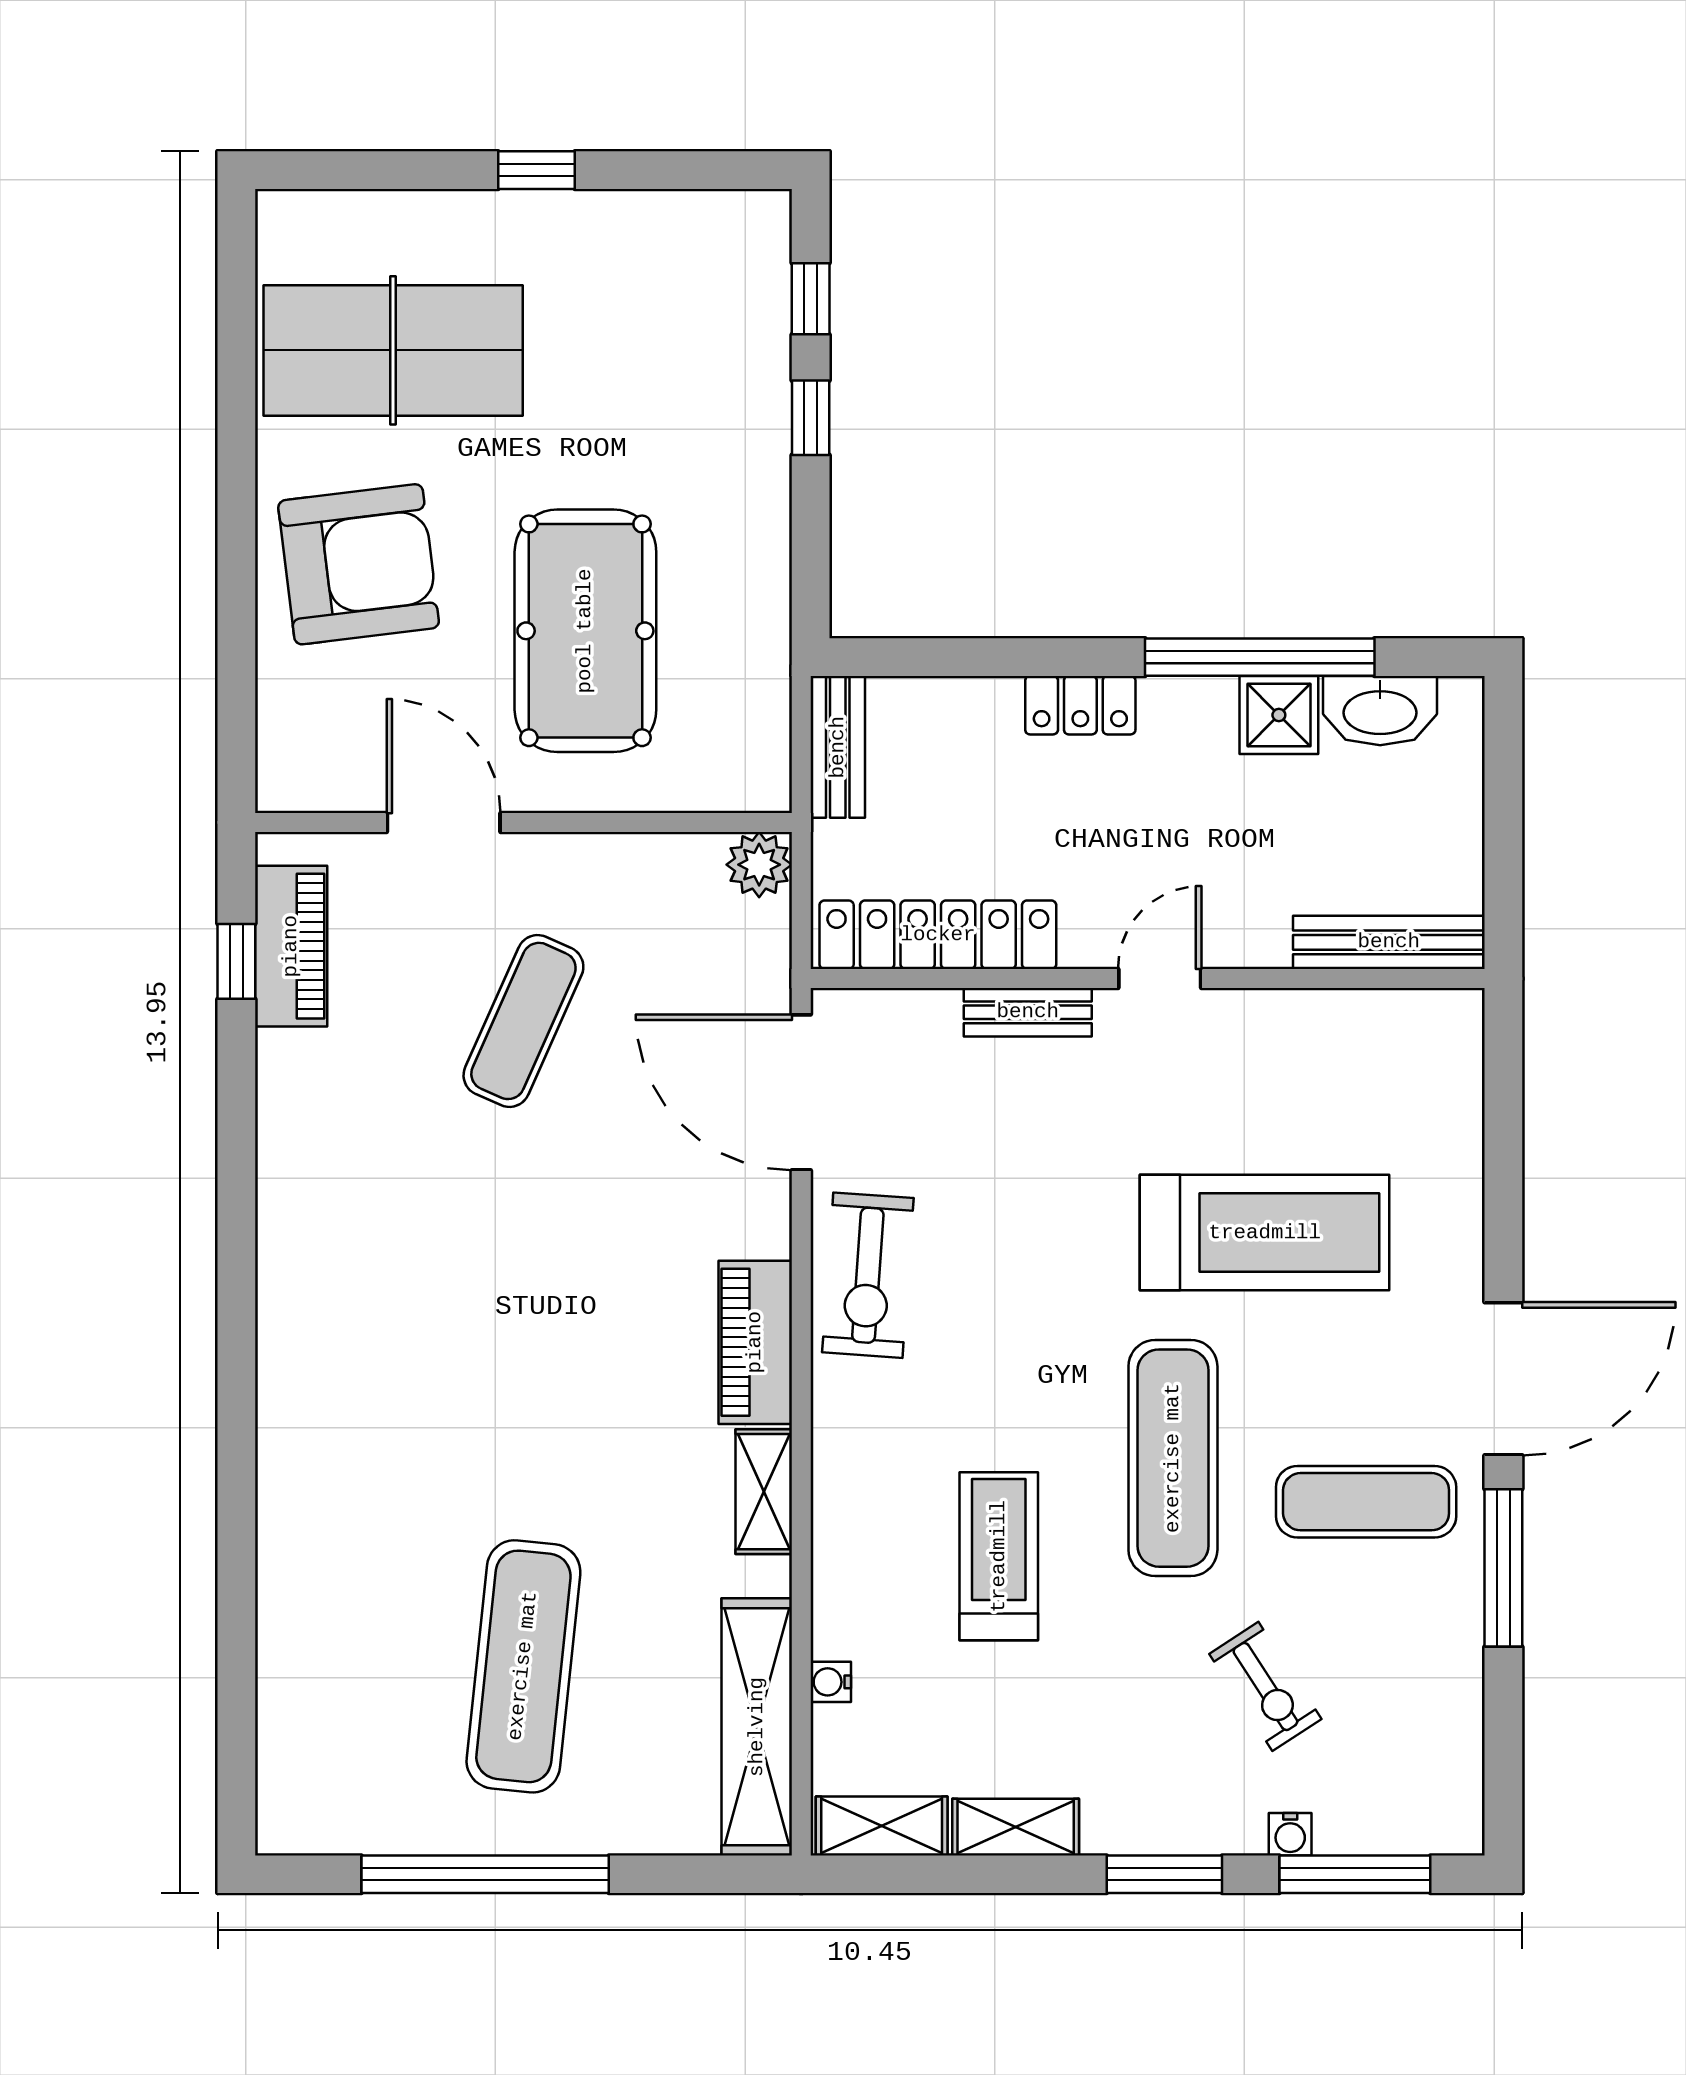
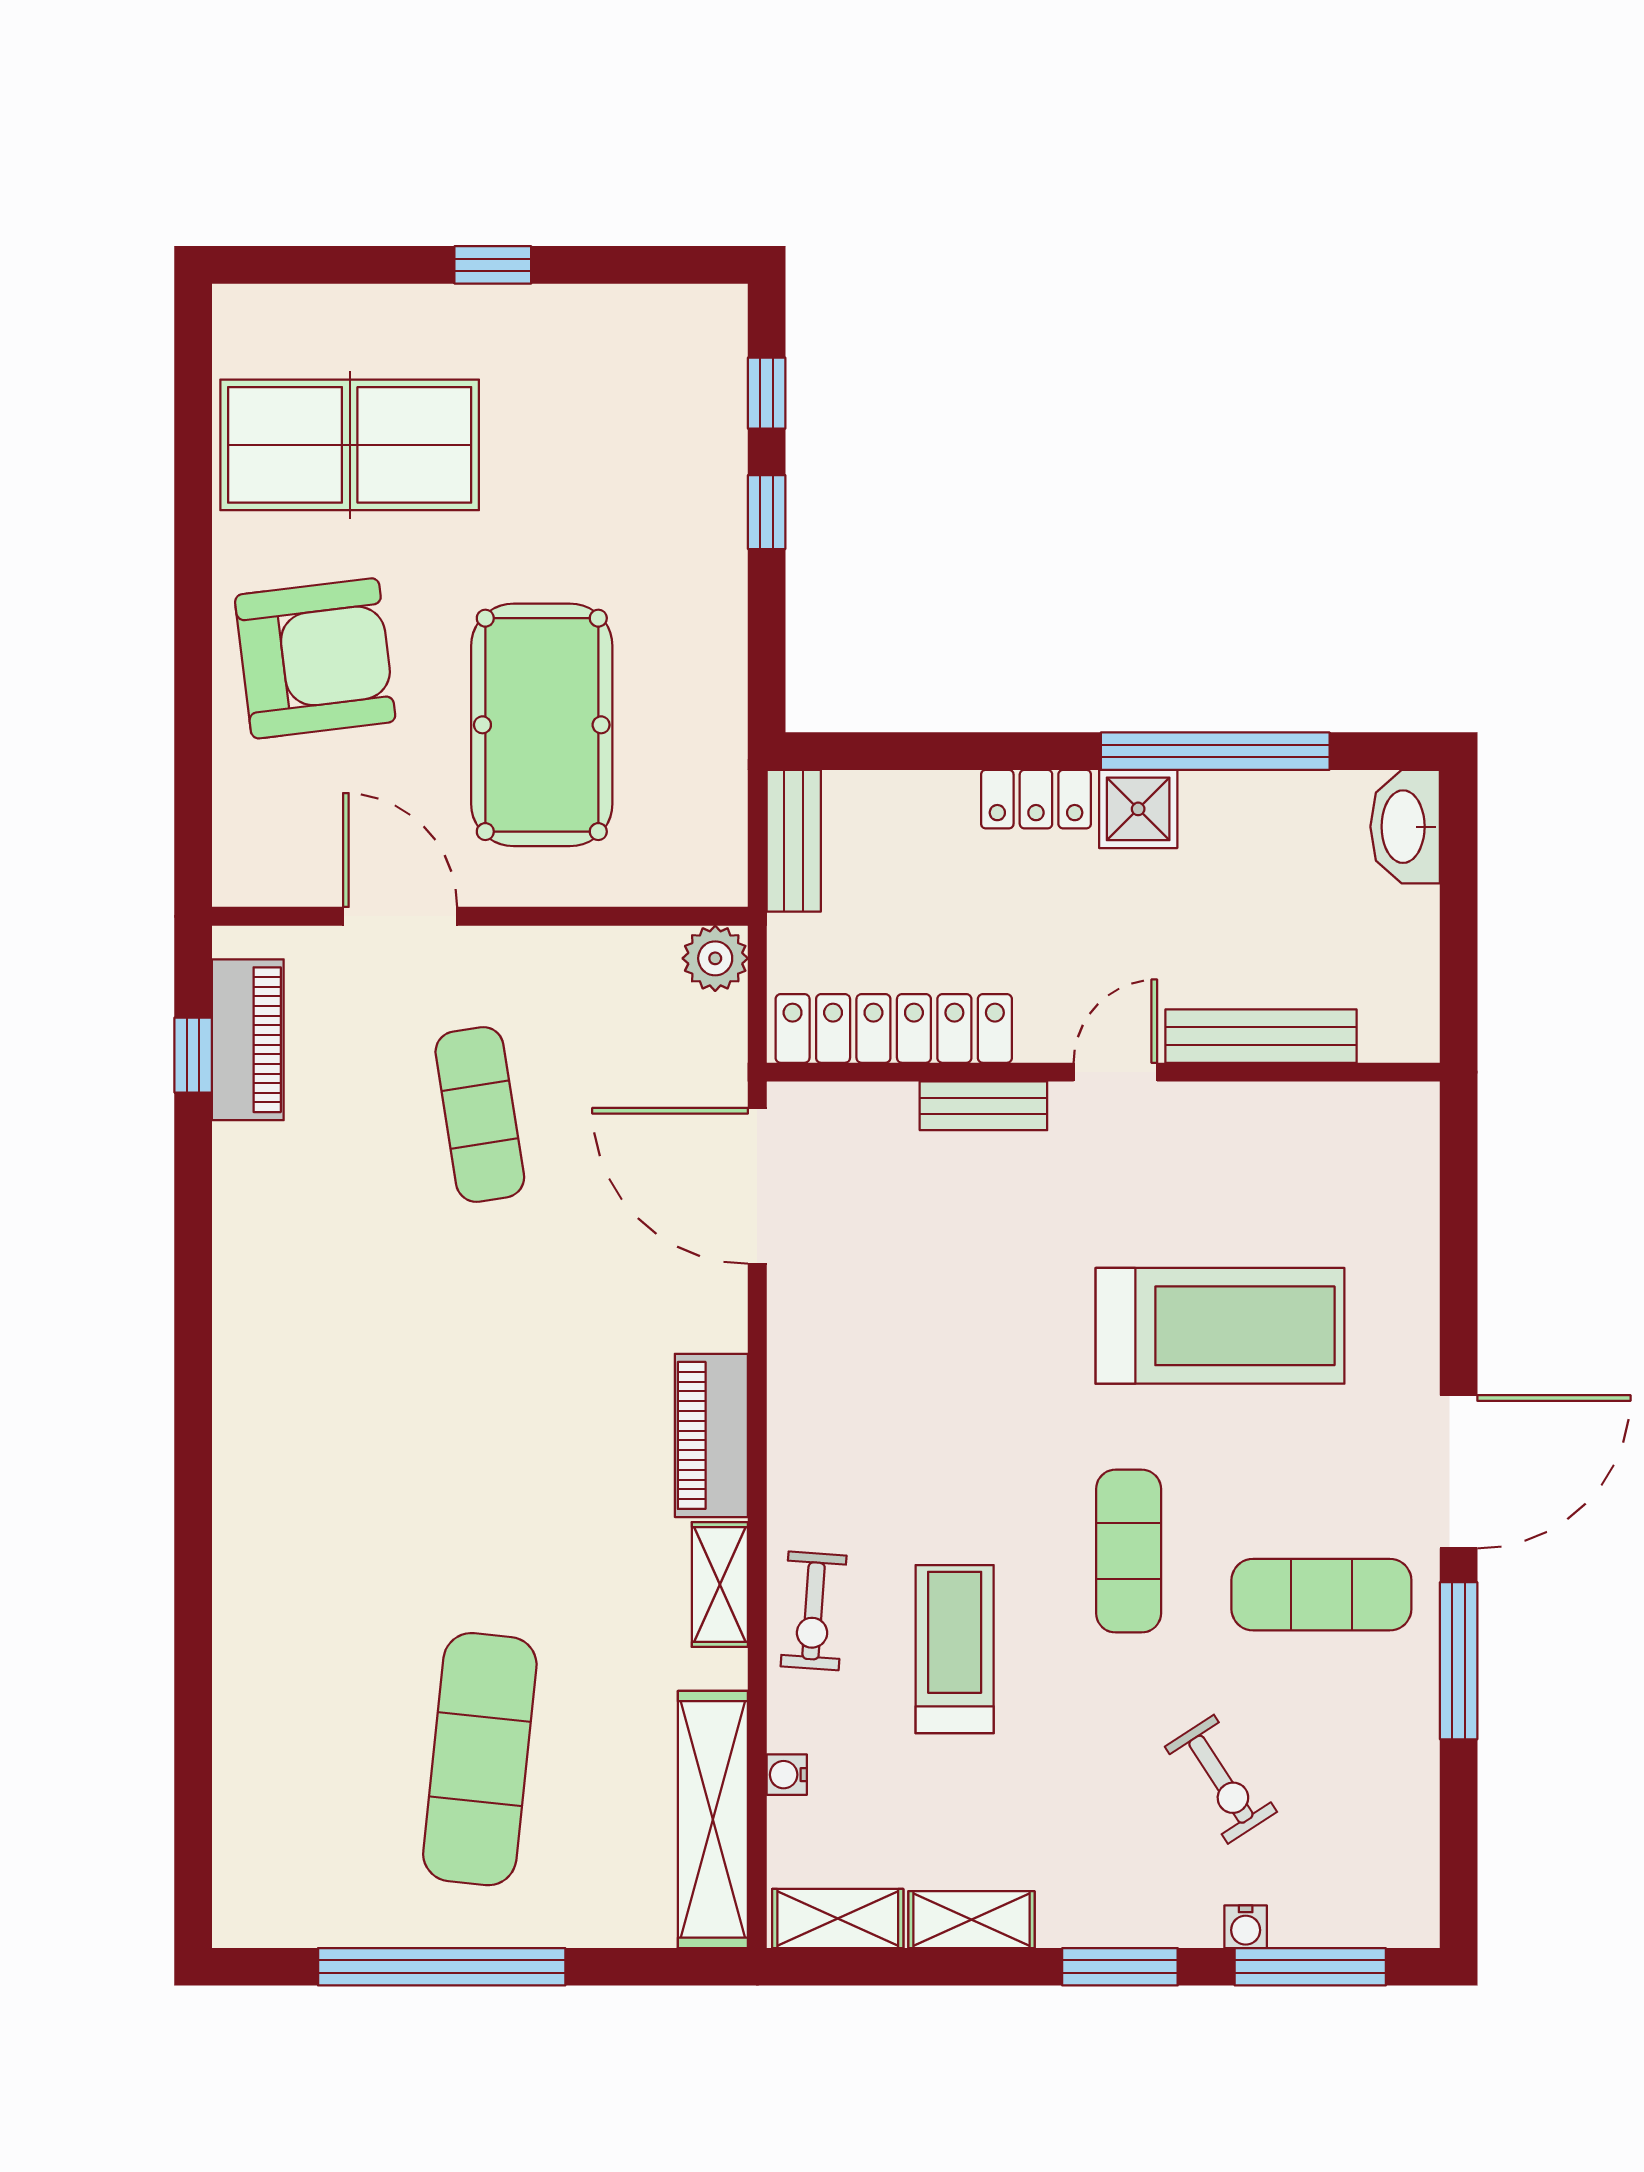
washbasin: (1380, 711) -> (1405, 827), moved, turned 90
shower: (1279, 715) -> (1138, 809), moved
bench: (1389, 942) -> (1261, 1036), moved
exercise mat: (523, 1021) -> (480, 1115), turned -33
exercise bike: (868, 1275) -> (814, 1611), moved, width x0.73, depth x0.72
exercise mat: (1173, 1458) -> (1129, 1551), width x0.73, depth x0.69

